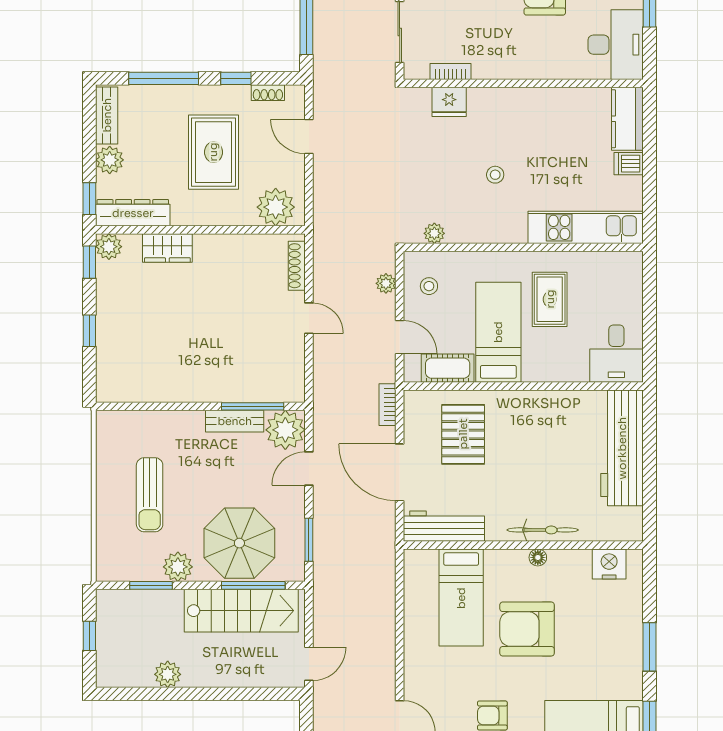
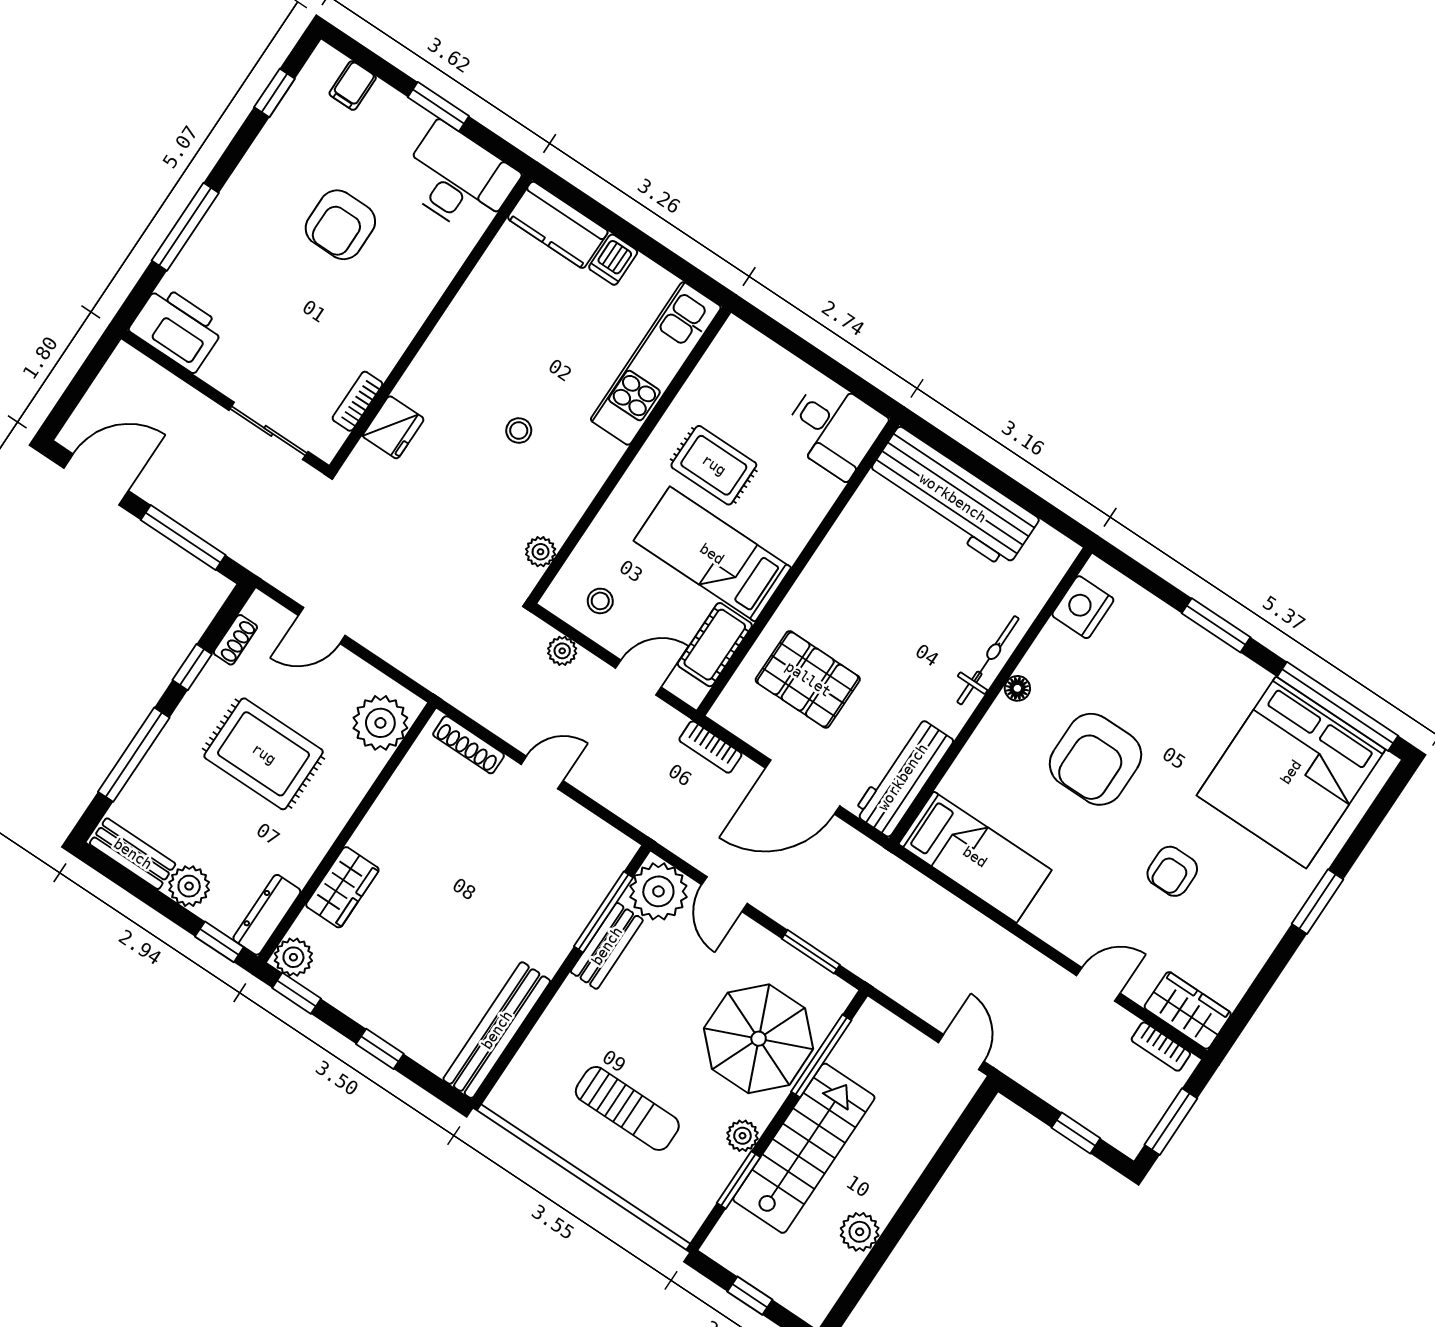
dresser: (133, 213) -> (267, 915), width x0.73, depth x0.80
bench: (145, 390) -> (497, 1030), added
plant: (178, 567) -> (742, 1136), width x0.73, depth x0.73
bed: (461, 598) -> (975, 857), moved
stairs: (241, 611) -> (804, 1148), moved

